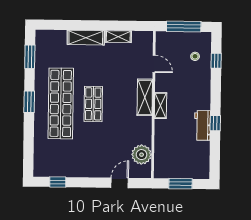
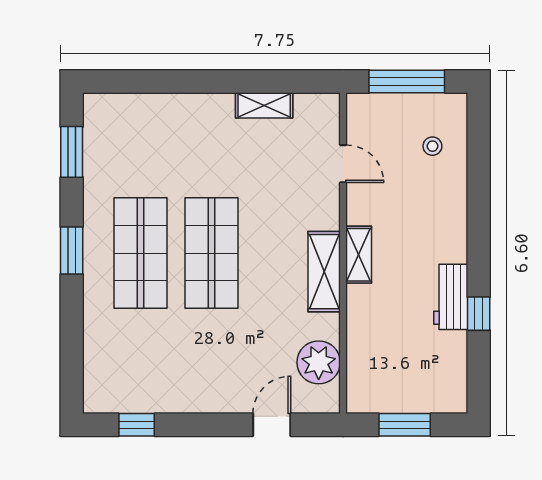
shelving: (86, 38) -> (193, 109), removed
window: (216, 61) -> (479, 155), removed
shelving: (145, 97) -> (324, 272), moved
shop shelf: (61, 103) -> (141, 253), width x0.71
shop shelf: (93, 104) -> (211, 253), width x1.43, depth x1.36
window: (215, 123) -> (479, 314), moved

